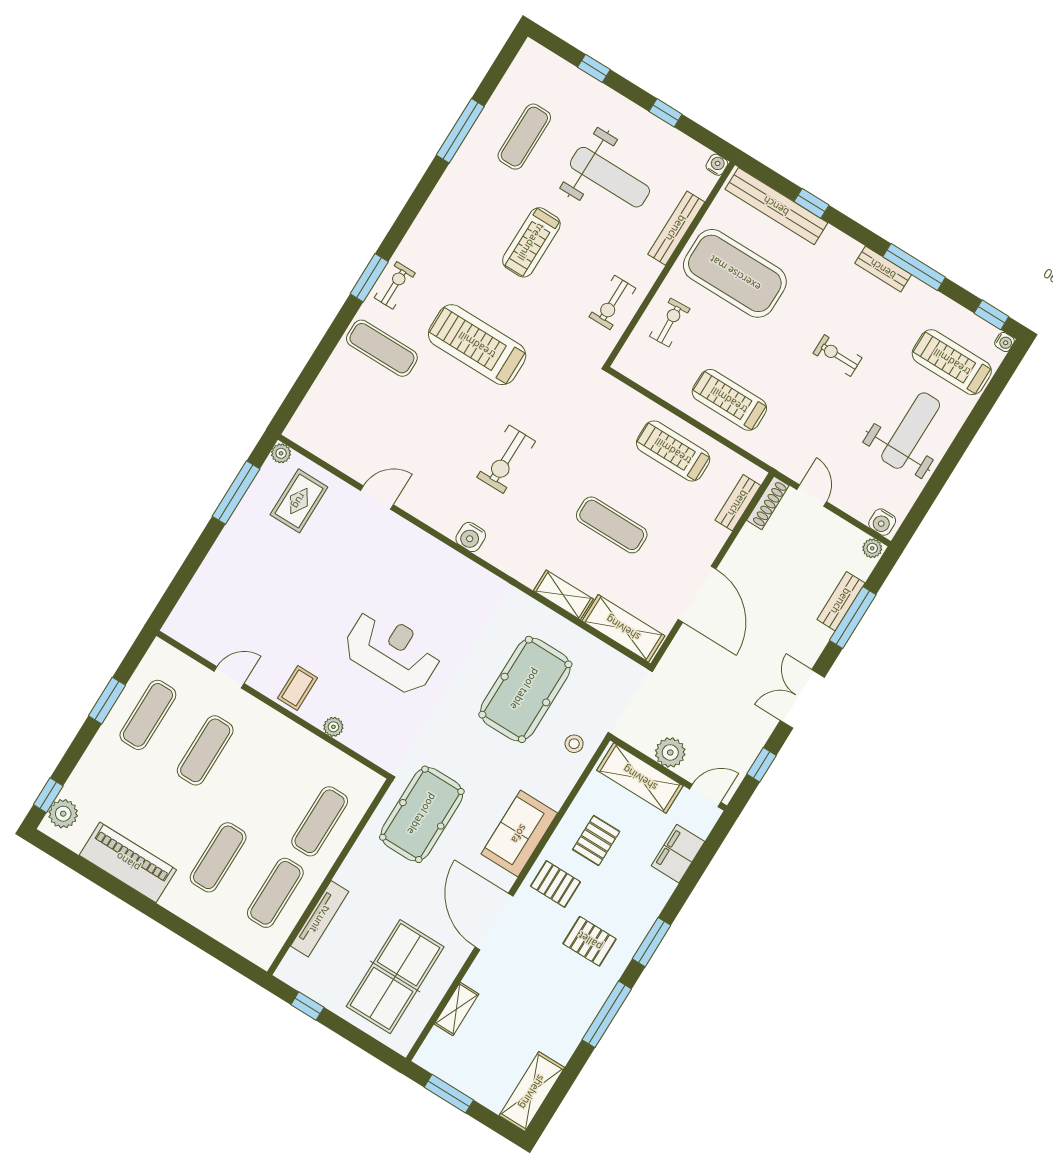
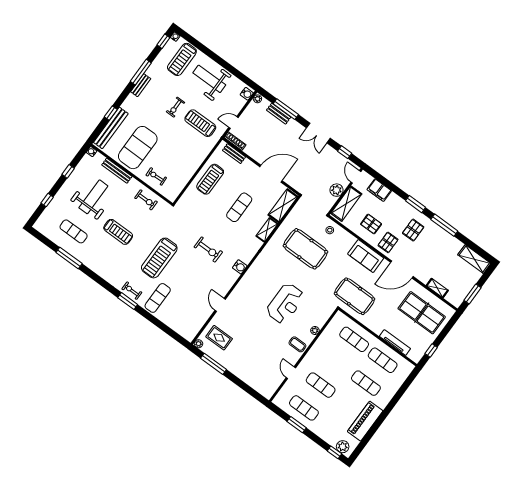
treadmill: (729, 400) -> (200, 123), moved, turned 90
reception desk: (392, 652) -> (285, 303), turned 180

